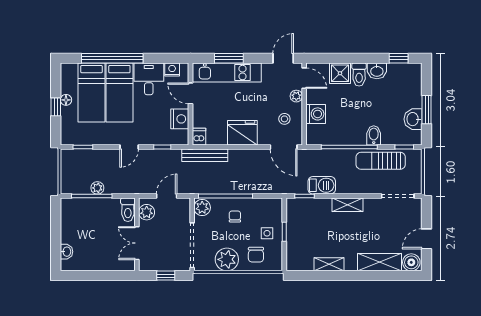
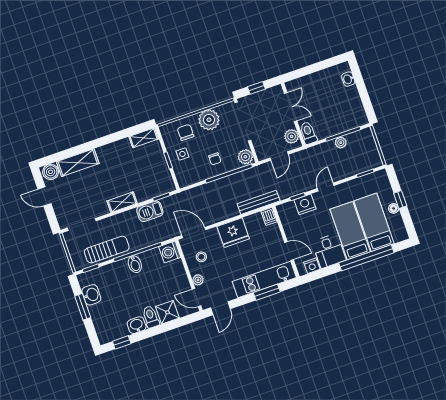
washing machine: (316, 114) -> (170, 252), moved
nightstand: (180, 119) -> (305, 204), moved, turned 90
bidet: (374, 135) -> (135, 264), moved
door: (427, 239) -> (44, 196), swing flipped
shelving: (329, 264) -> (144, 138), moved

